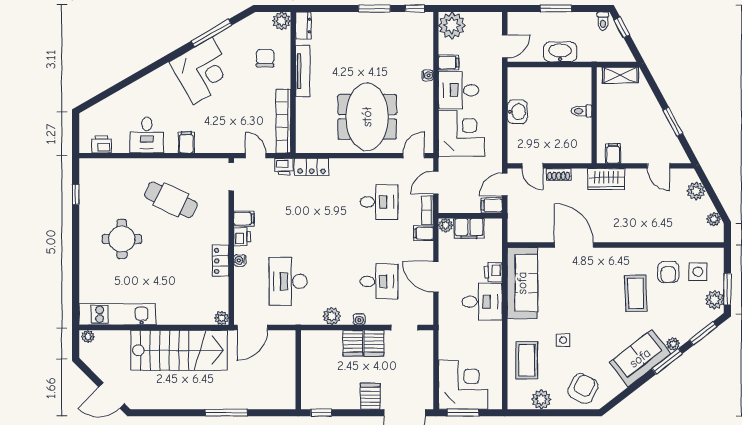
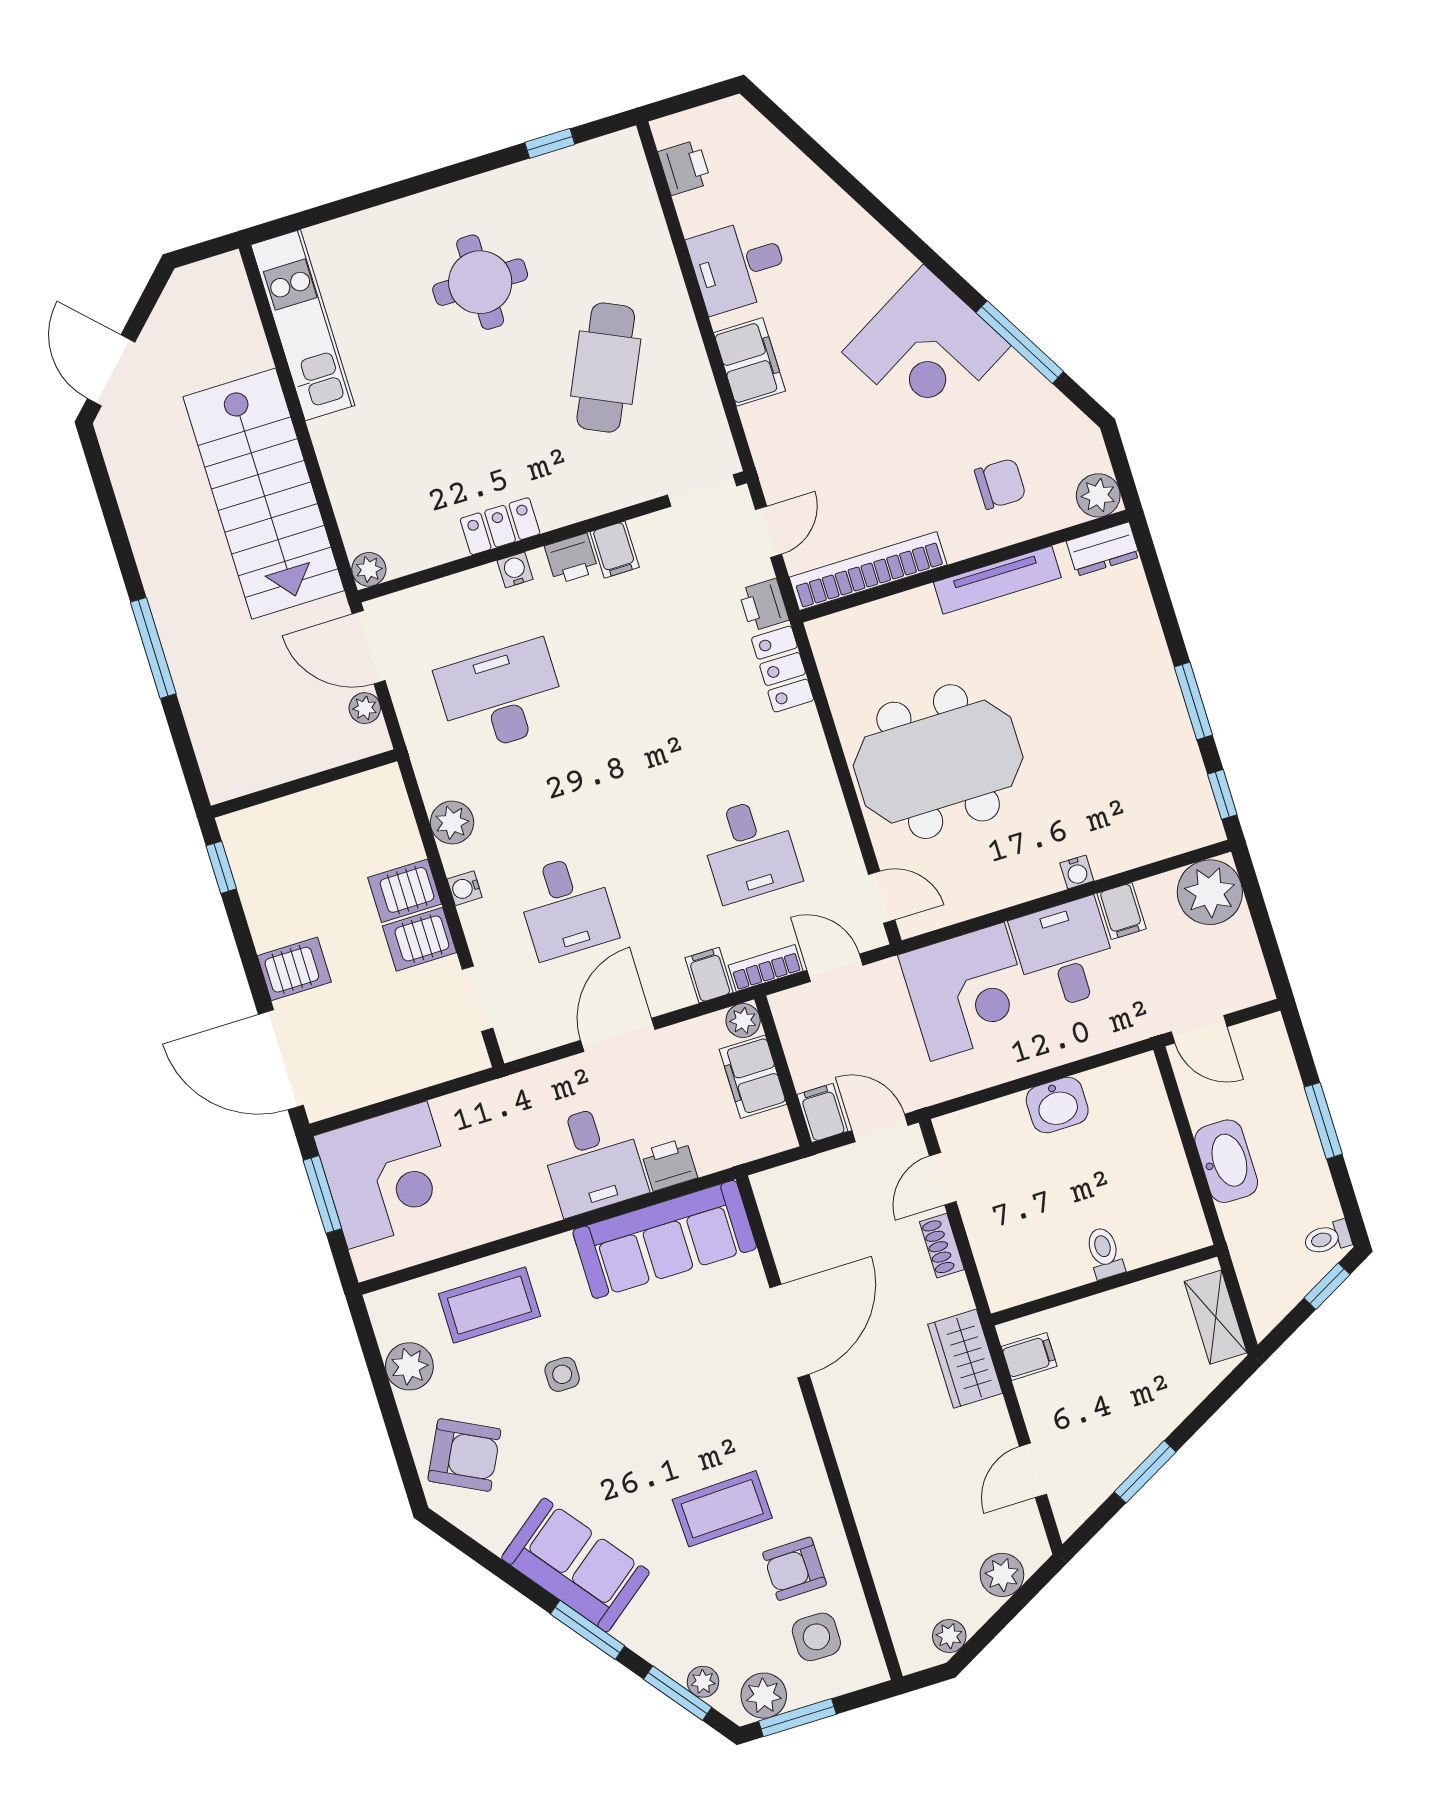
filing cabinet: (186, 142) -> (750, 362), width x2.00
plant: (88, 337) -> (365, 708), moved
plant: (673, 344) -> (703, 1682), moved

